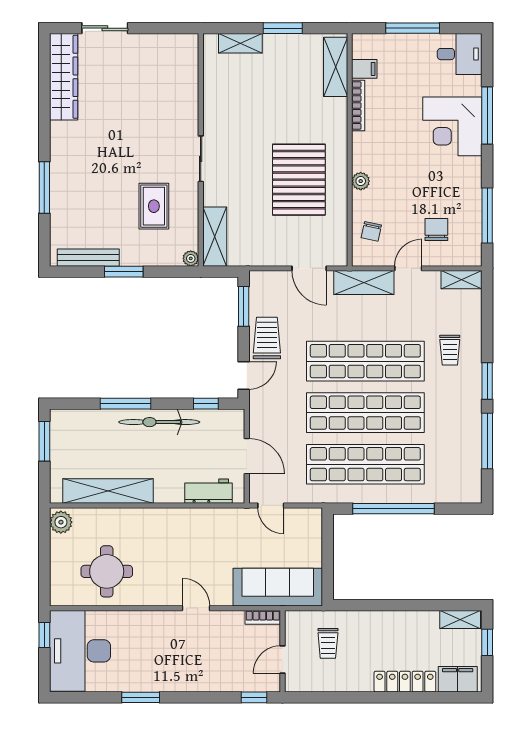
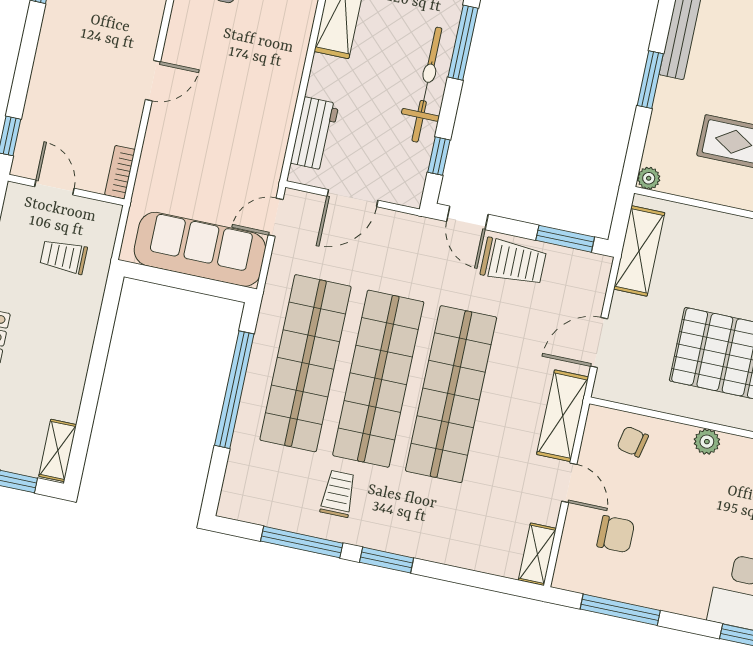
shelving: (215, 237) -> (639, 251), moved, turned 90
trolley: (450, 350) -> (338, 494), moved, turned 90
sofa: (278, 587) -> (200, 249), moved, turned -90

